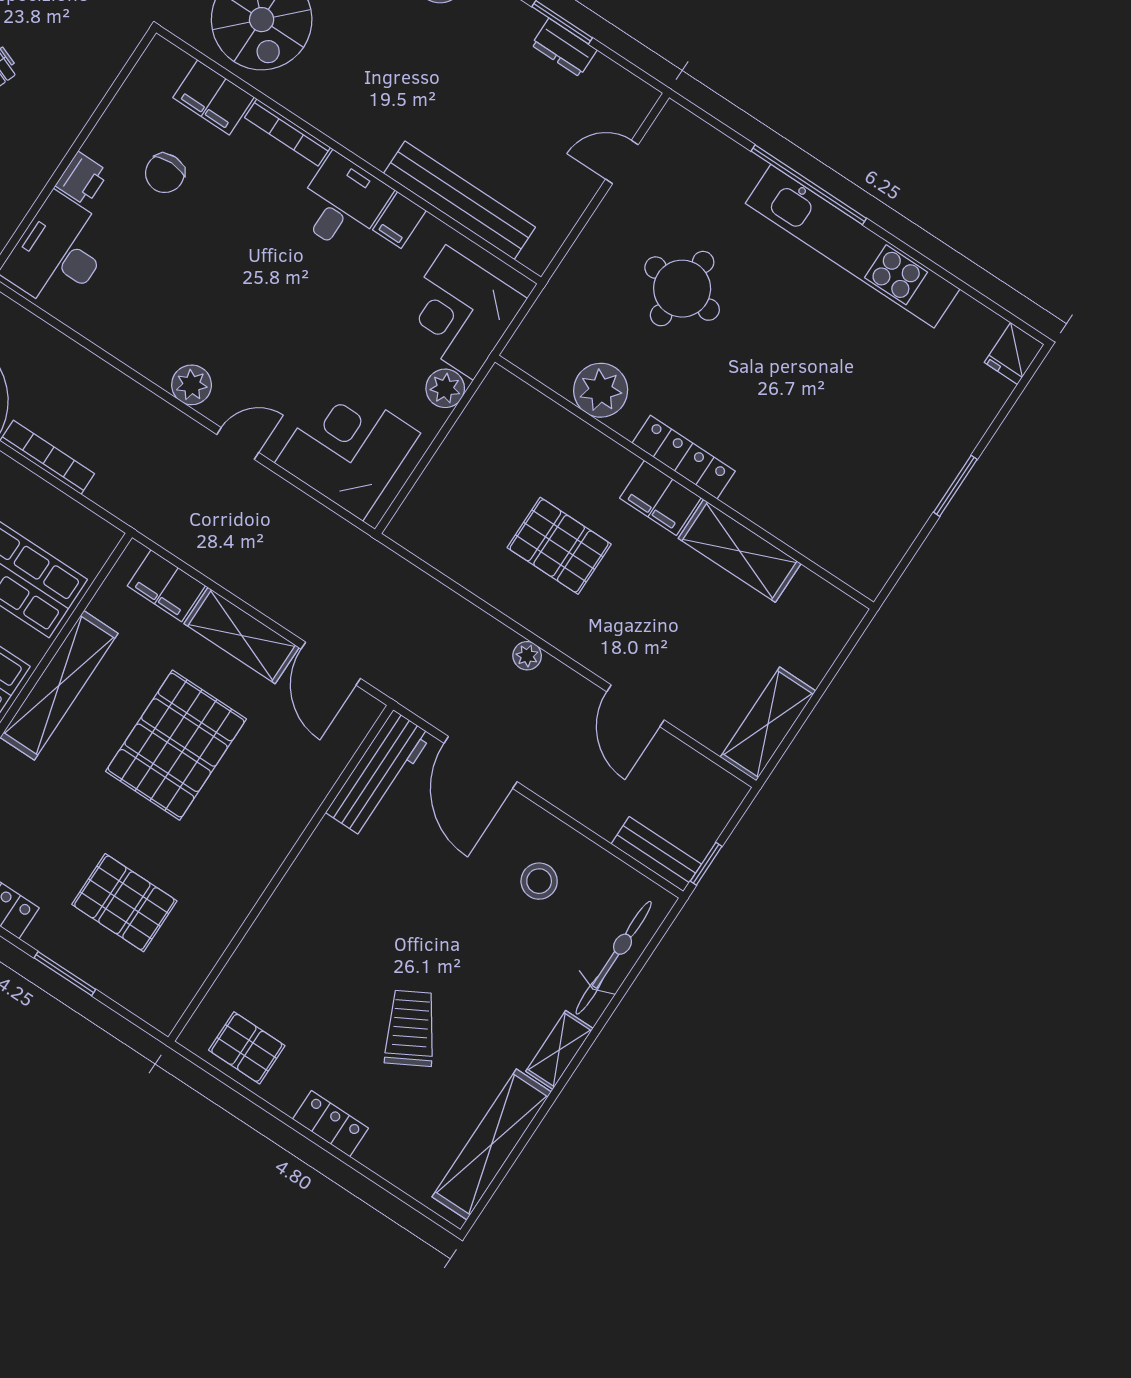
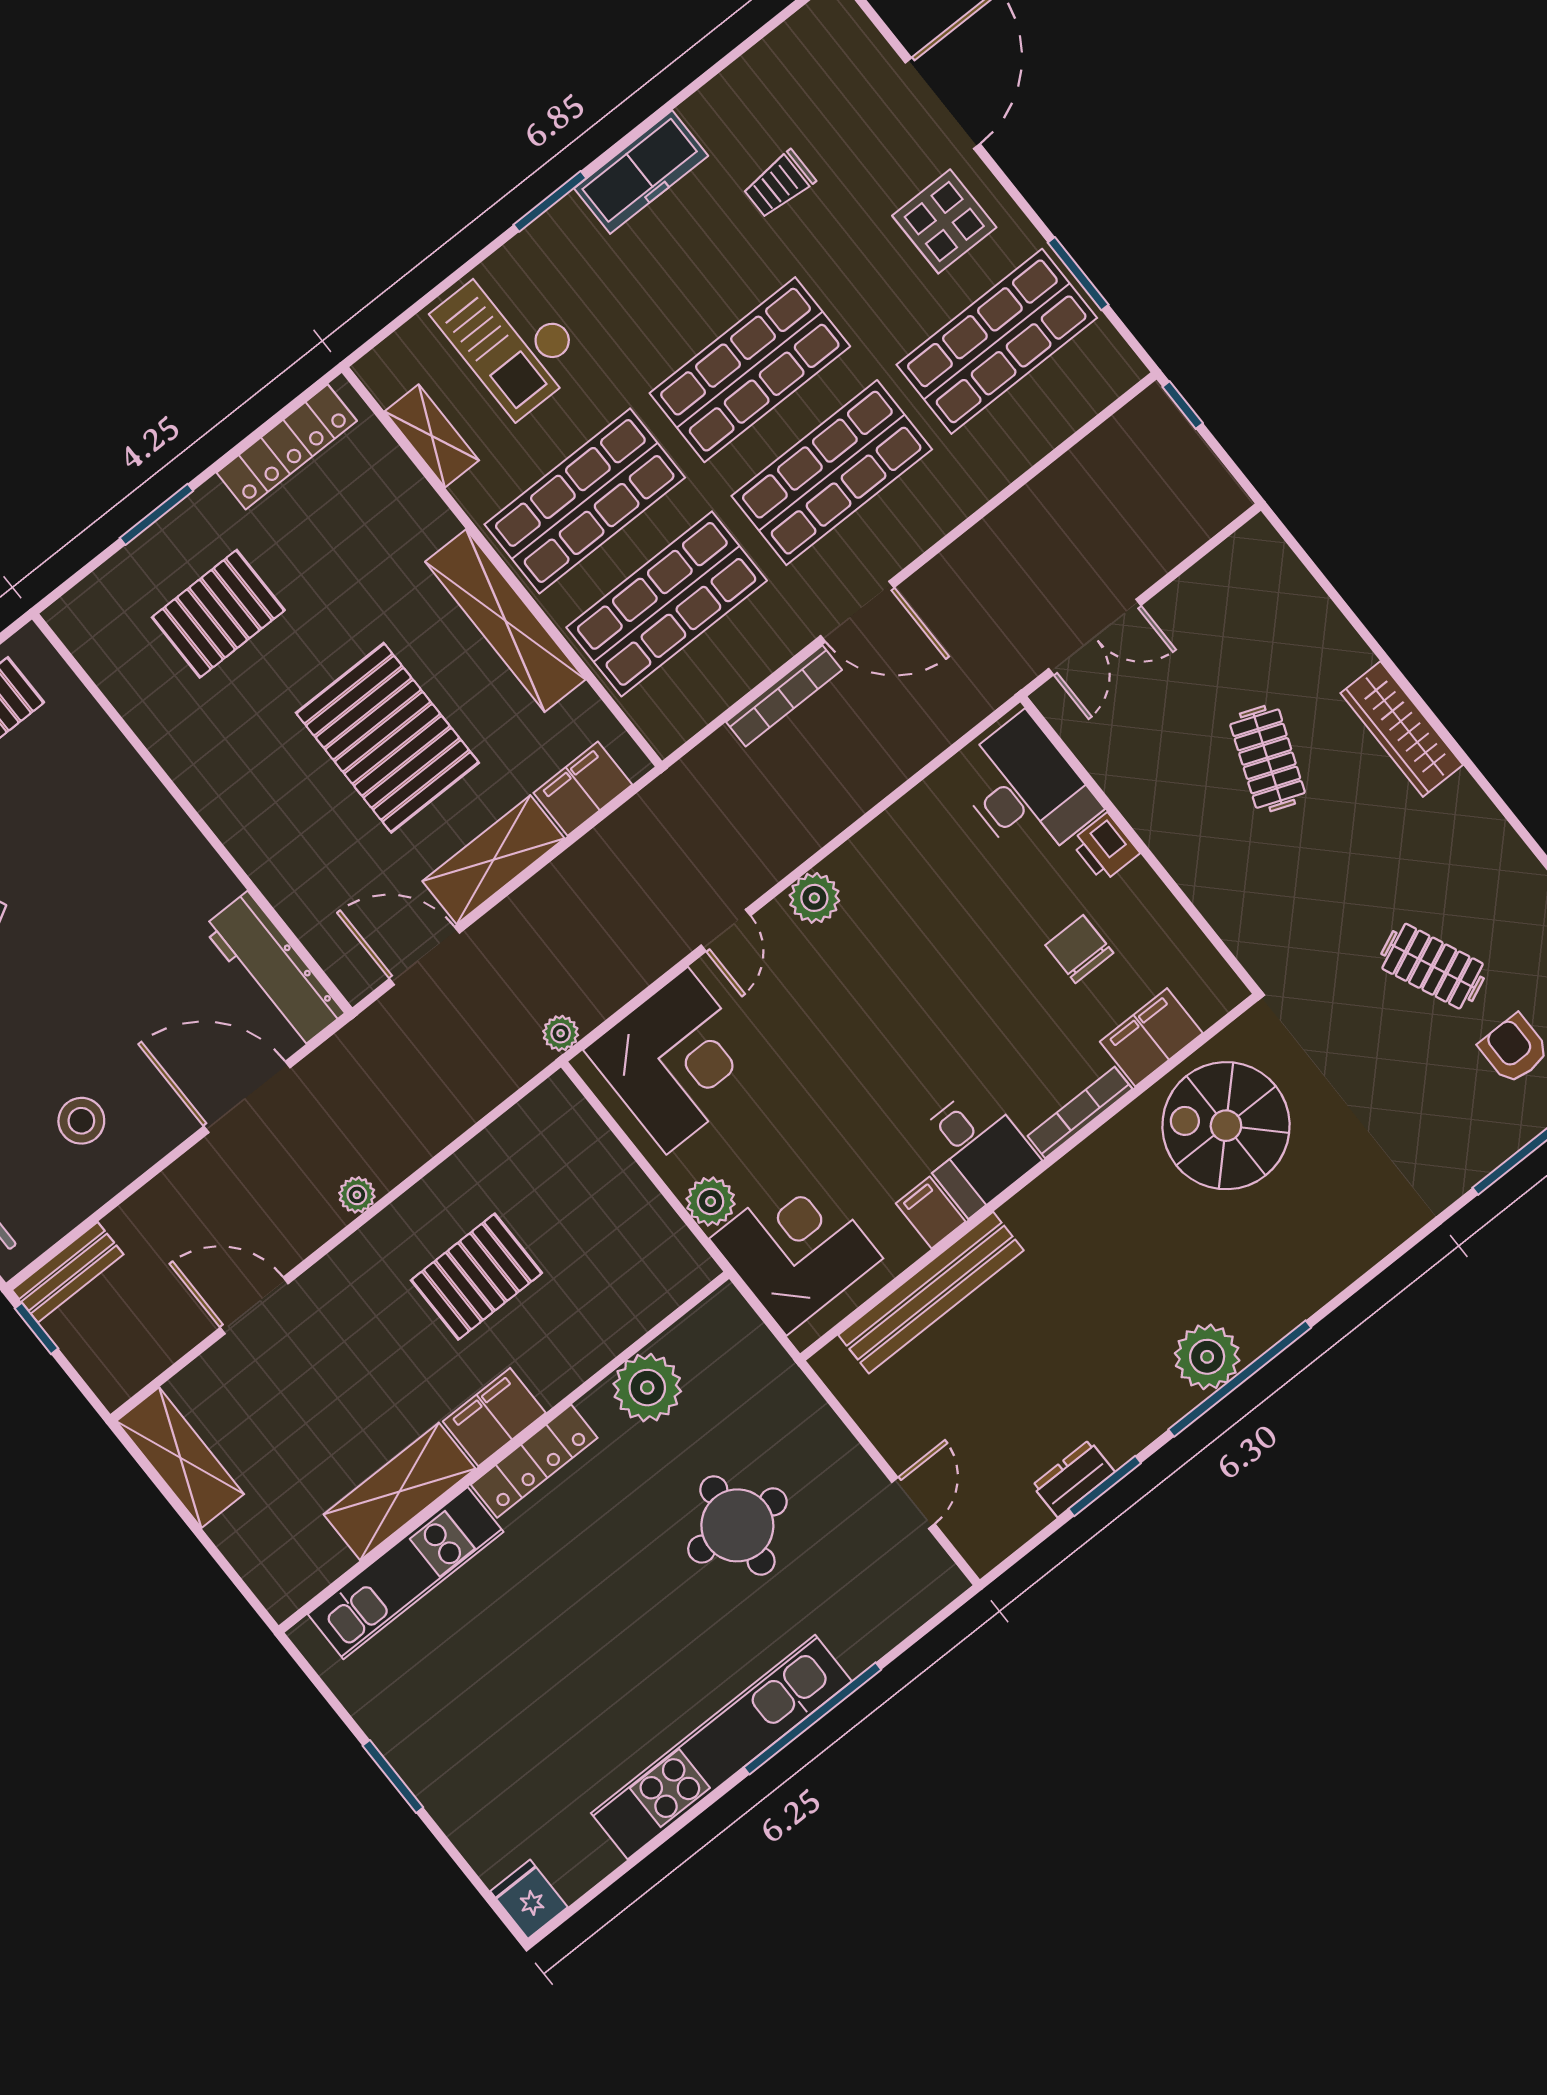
kitchen unit: (799, 526) -> (406, 1573), added
plant: (356, 542) -> (561, 1033), added

